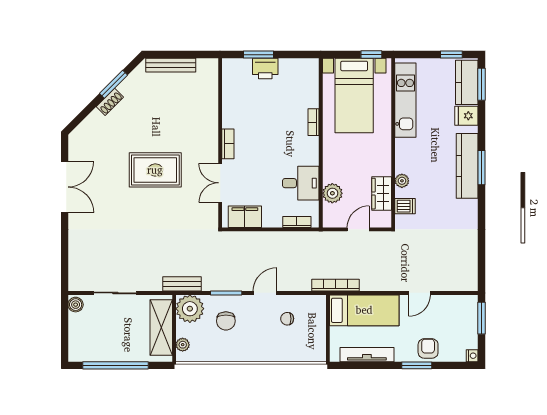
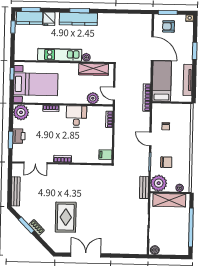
plant: (306, 71) -> (21, 112), added
kitchen unit: (405, 100) -> (60, 55), moved
rug: (155, 170) -> (66, 217), moved
double door: (220, 183) -> (35, 163), moved
desk: (301, 183) -> (76, 116), moved
wardrobe: (382, 194) -> (94, 69), width x1.50
dishwasher: (405, 206) -> (101, 56), removed
filing cabinet: (245, 217) -> (105, 155), width x0.50
door: (358, 229) -> (114, 94), moved
door: (419, 293) -> (152, 48), width x1.87
armchair: (428, 348) -> (169, 26), moved

